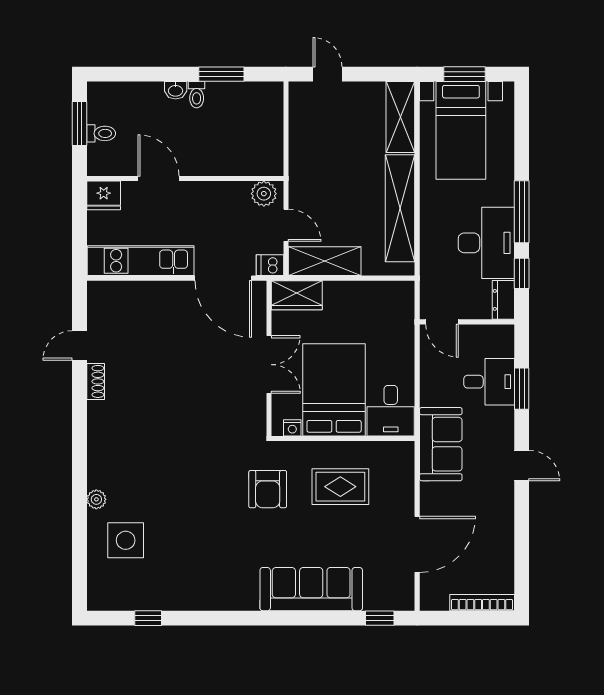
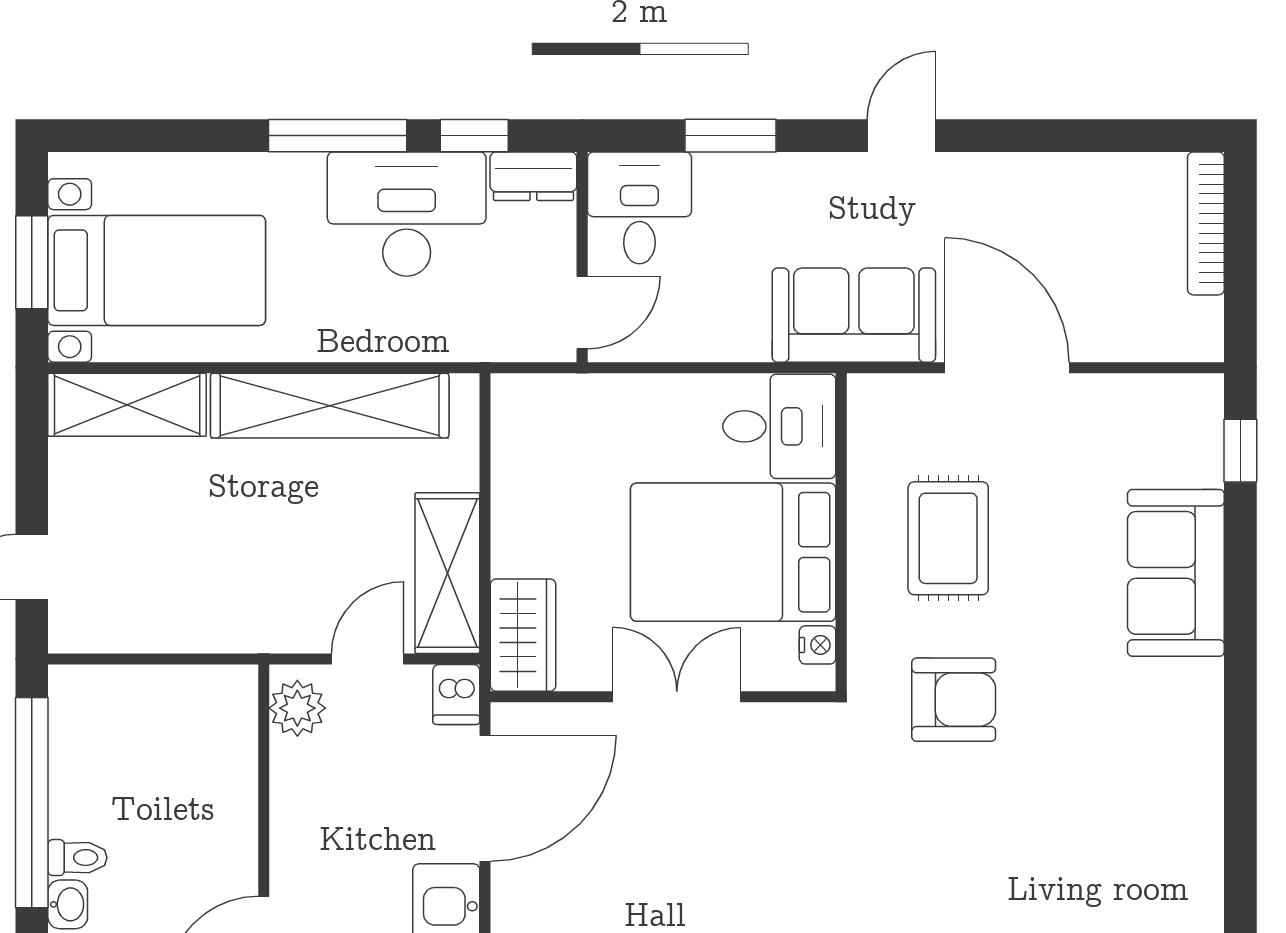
window: (221, 74) -> (32, 803), width x2.11
desk: (489, 382) -> (639, 208), moved
door: (417, 544) -> (1007, 368), moved
sofa: (311, 589) -> (1176, 573), width x0.73

